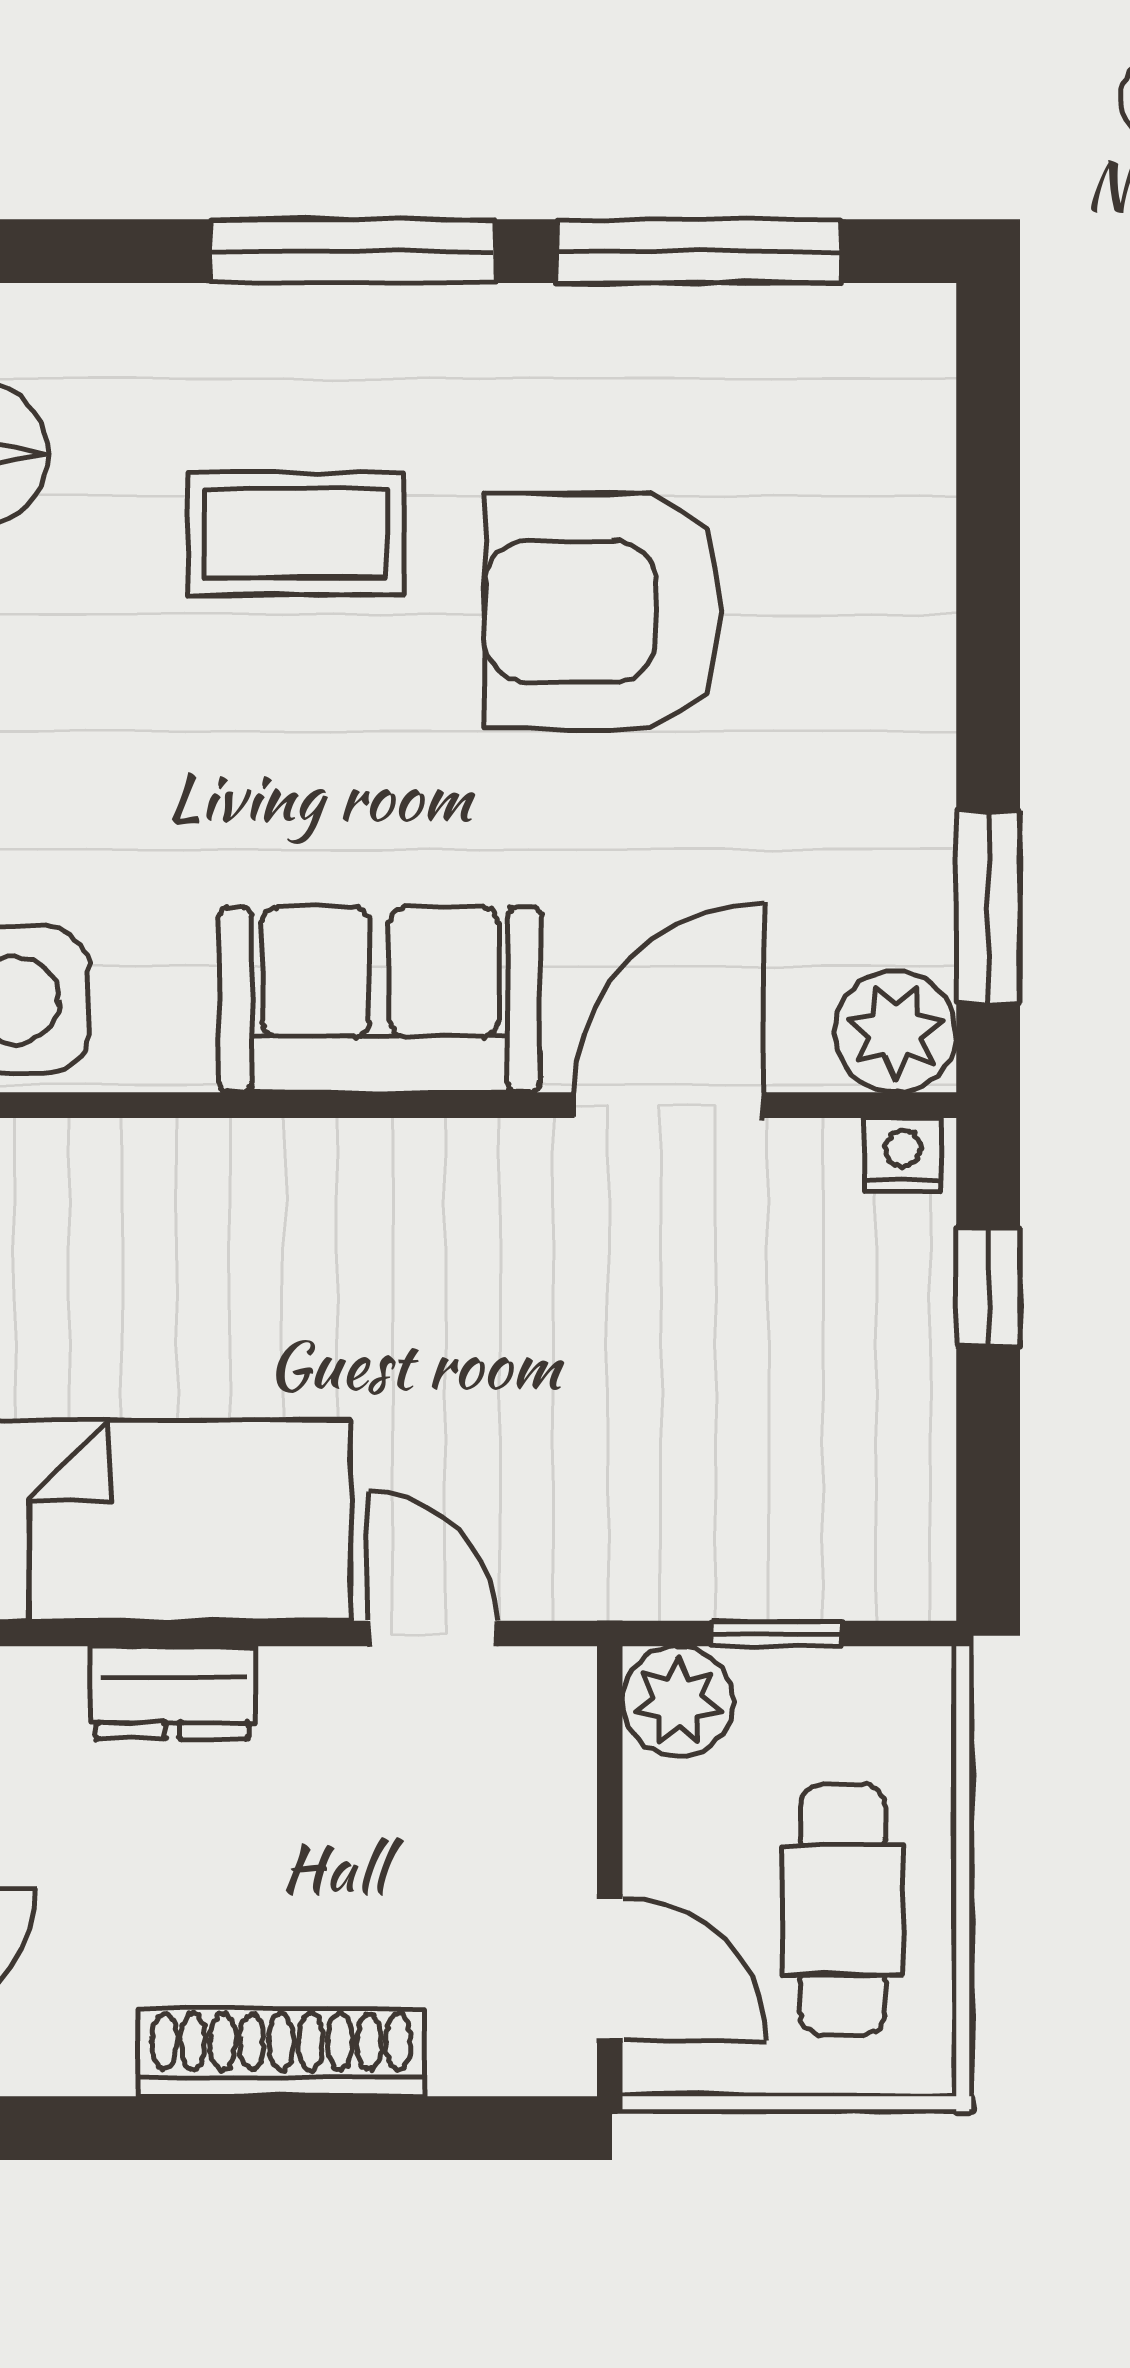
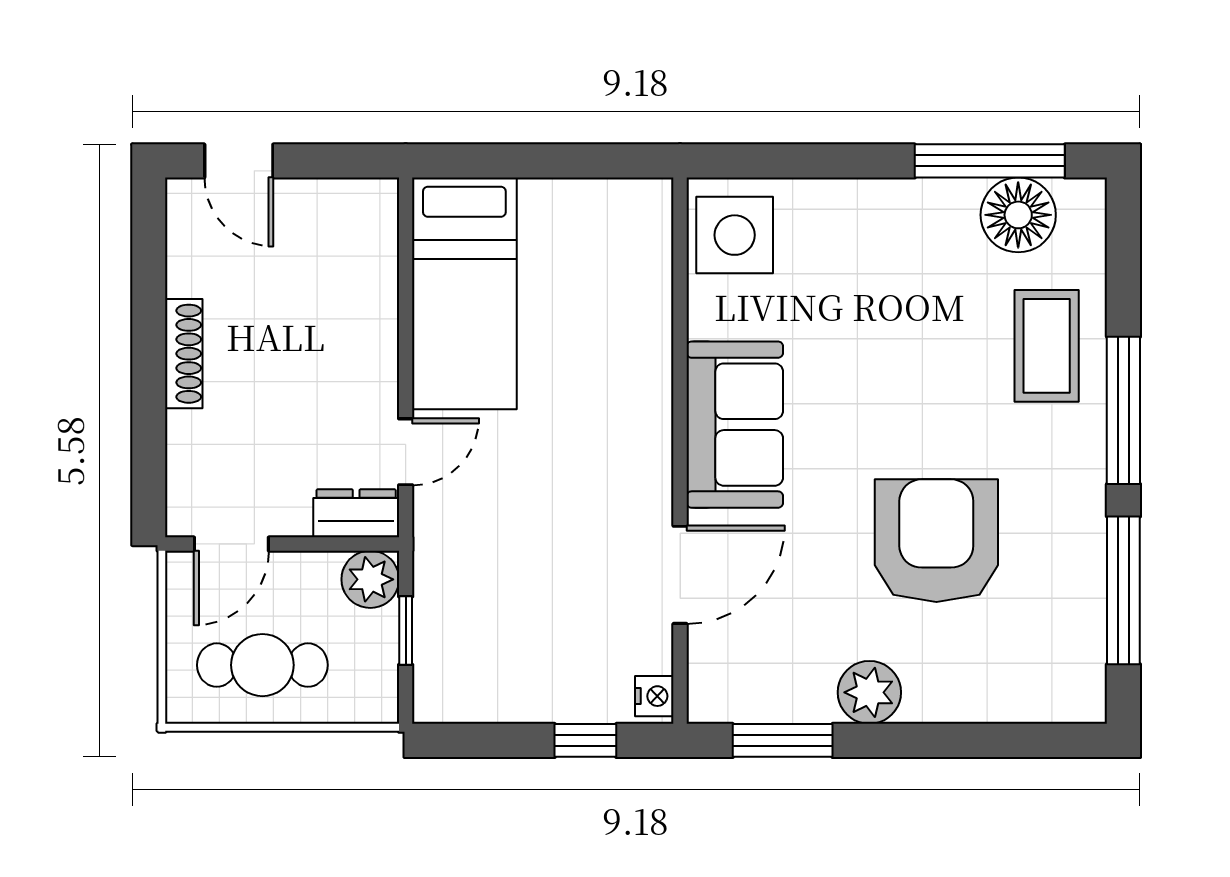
coffee table: (296, 534) -> (1047, 346), moved
plant: (896, 1032) -> (869, 692), moved
door: (669, 1105) -> (680, 575), hinge flipped
dresser: (173, 1693) -> (356, 513), moved, turned 90
shoe rack: (281, 2052) -> (184, 354), width x0.74, depth x0.81

